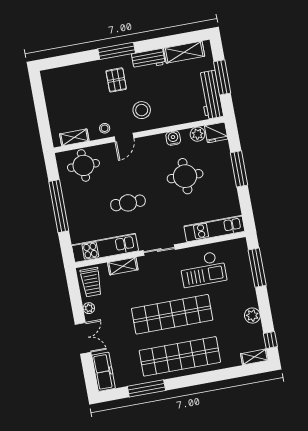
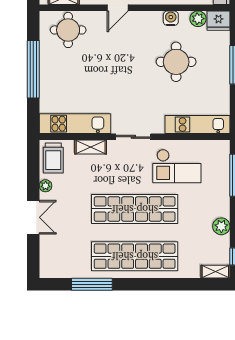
cafe table: (128, 203) -> (109, 79), removed
freezer: (104, 372) -> (49, 258), removed

